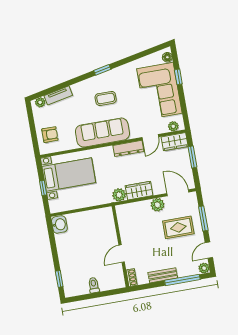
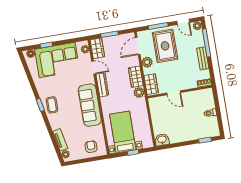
coffee table: (106, 98) -> (52, 105), moved
wardrobe: (130, 210) -> (151, 84), added
rug: (178, 227) -> (165, 46), width x1.36, depth x1.43
door: (122, 254) -> (174, 93), moved

